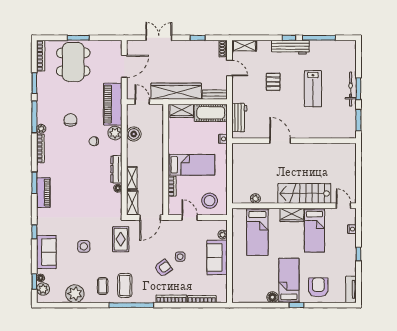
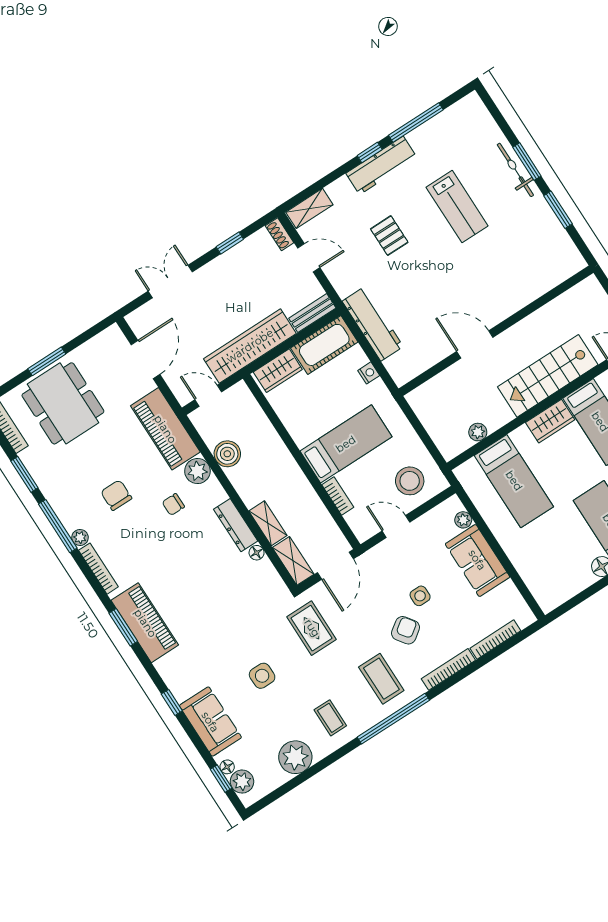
workbench: (239, 118) -> (373, 324), width x1.38
door: (280, 141) -> (475, 344), moved
wall: (294, 141) -> (496, 331), moved
piano: (43, 193) -> (145, 623), width x1.37, depth x1.33
coffee table: (125, 285) -> (381, 679), moved

